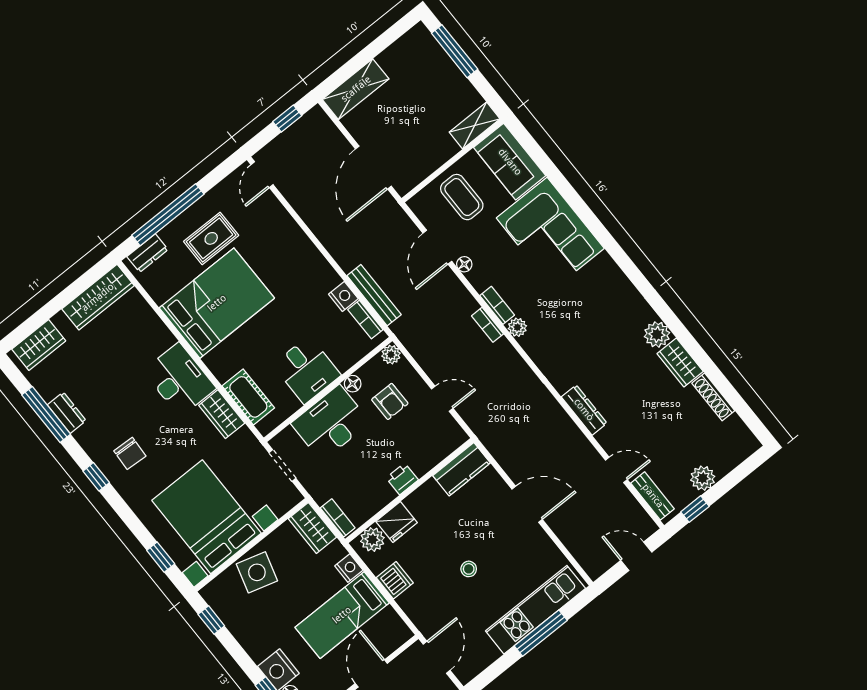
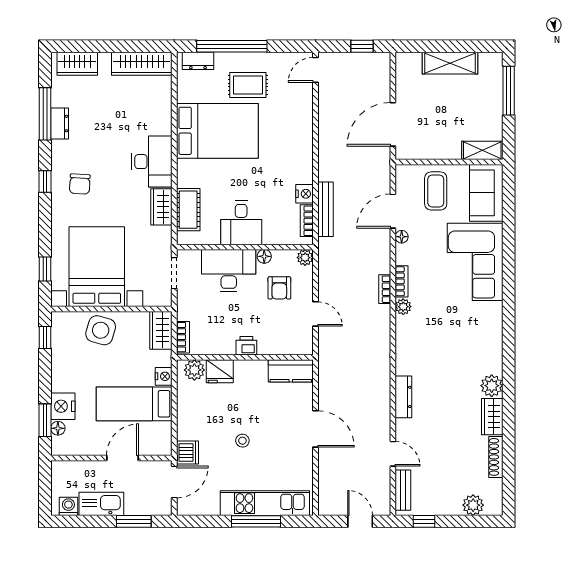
shelving: (356, 89) -> (450, 63), moved
plant: (703, 478) -> (473, 505), moved
dishwasher: (395, 580) -> (188, 452), moved

